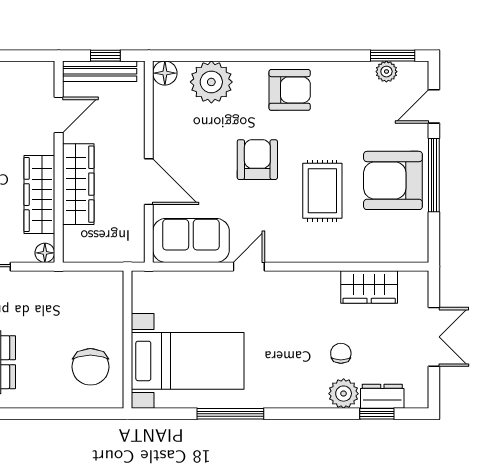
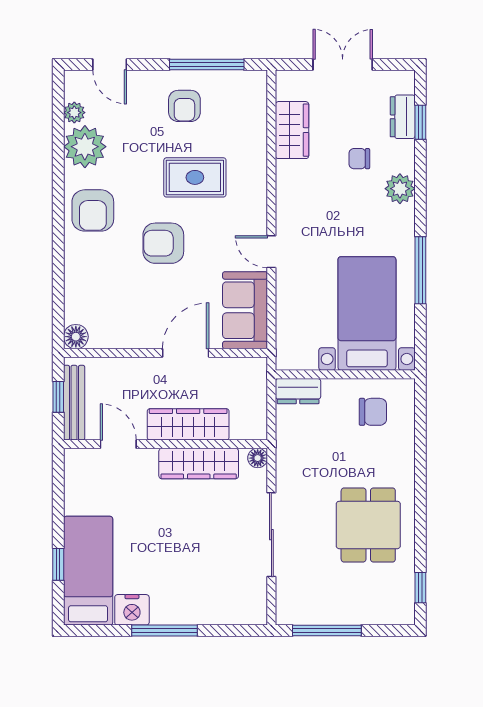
window: (393, 56) -> (58, 106), removed
plant: (211, 82) -> (85, 147), moved
armchair: (290, 90) -> (93, 210), turned 180
window: (434, 175) -> (207, 65), moved
armchair: (393, 180) -> (184, 106), width x0.53, depth x0.53
dresser: (111, 293) -> (298, 391), added
chair: (90, 367) -> (373, 412), width x0.73, depth x0.73
plant: (344, 394) -> (400, 189), moved

